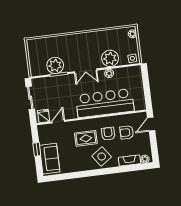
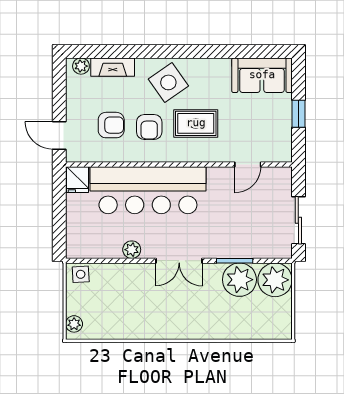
plant: (110, 58) -> (275, 280), moved
double door: (86, 71) -> (179, 261), swing flipped
fridge: (44, 116) -> (78, 180), moved
door: (151, 124) -> (59, 135), swing flipped
sofa: (50, 159) -> (262, 75), moved, turned -90

